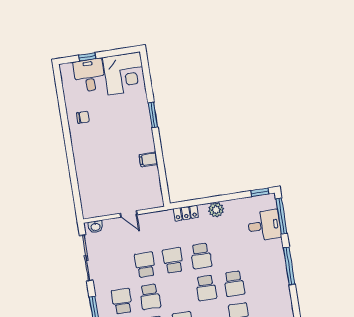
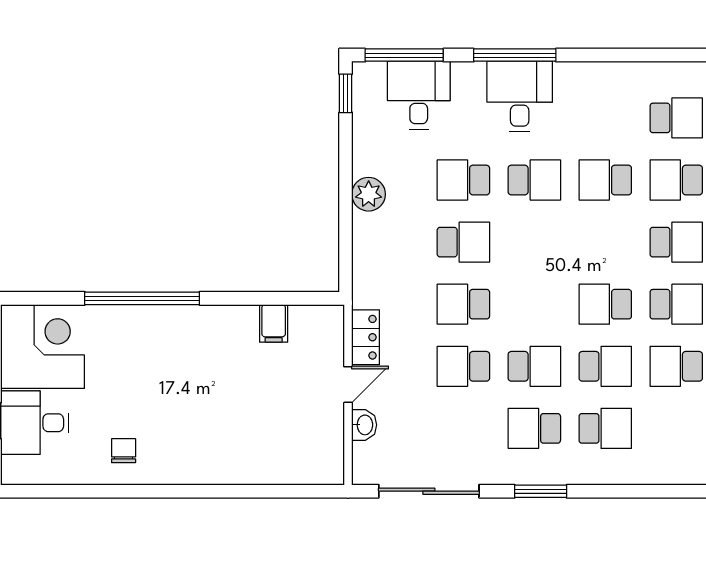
window: (153, 115) -> (142, 298), width x2.11
filing cabinet: (148, 159) -> (274, 323), moved
locker: (186, 213) -> (366, 337), moved
washbasin: (95, 227) -> (364, 425), moved
desk: (271, 271) -> (520, 97), added
school desk: (206, 288) -> (463, 180), moved, turned 180

